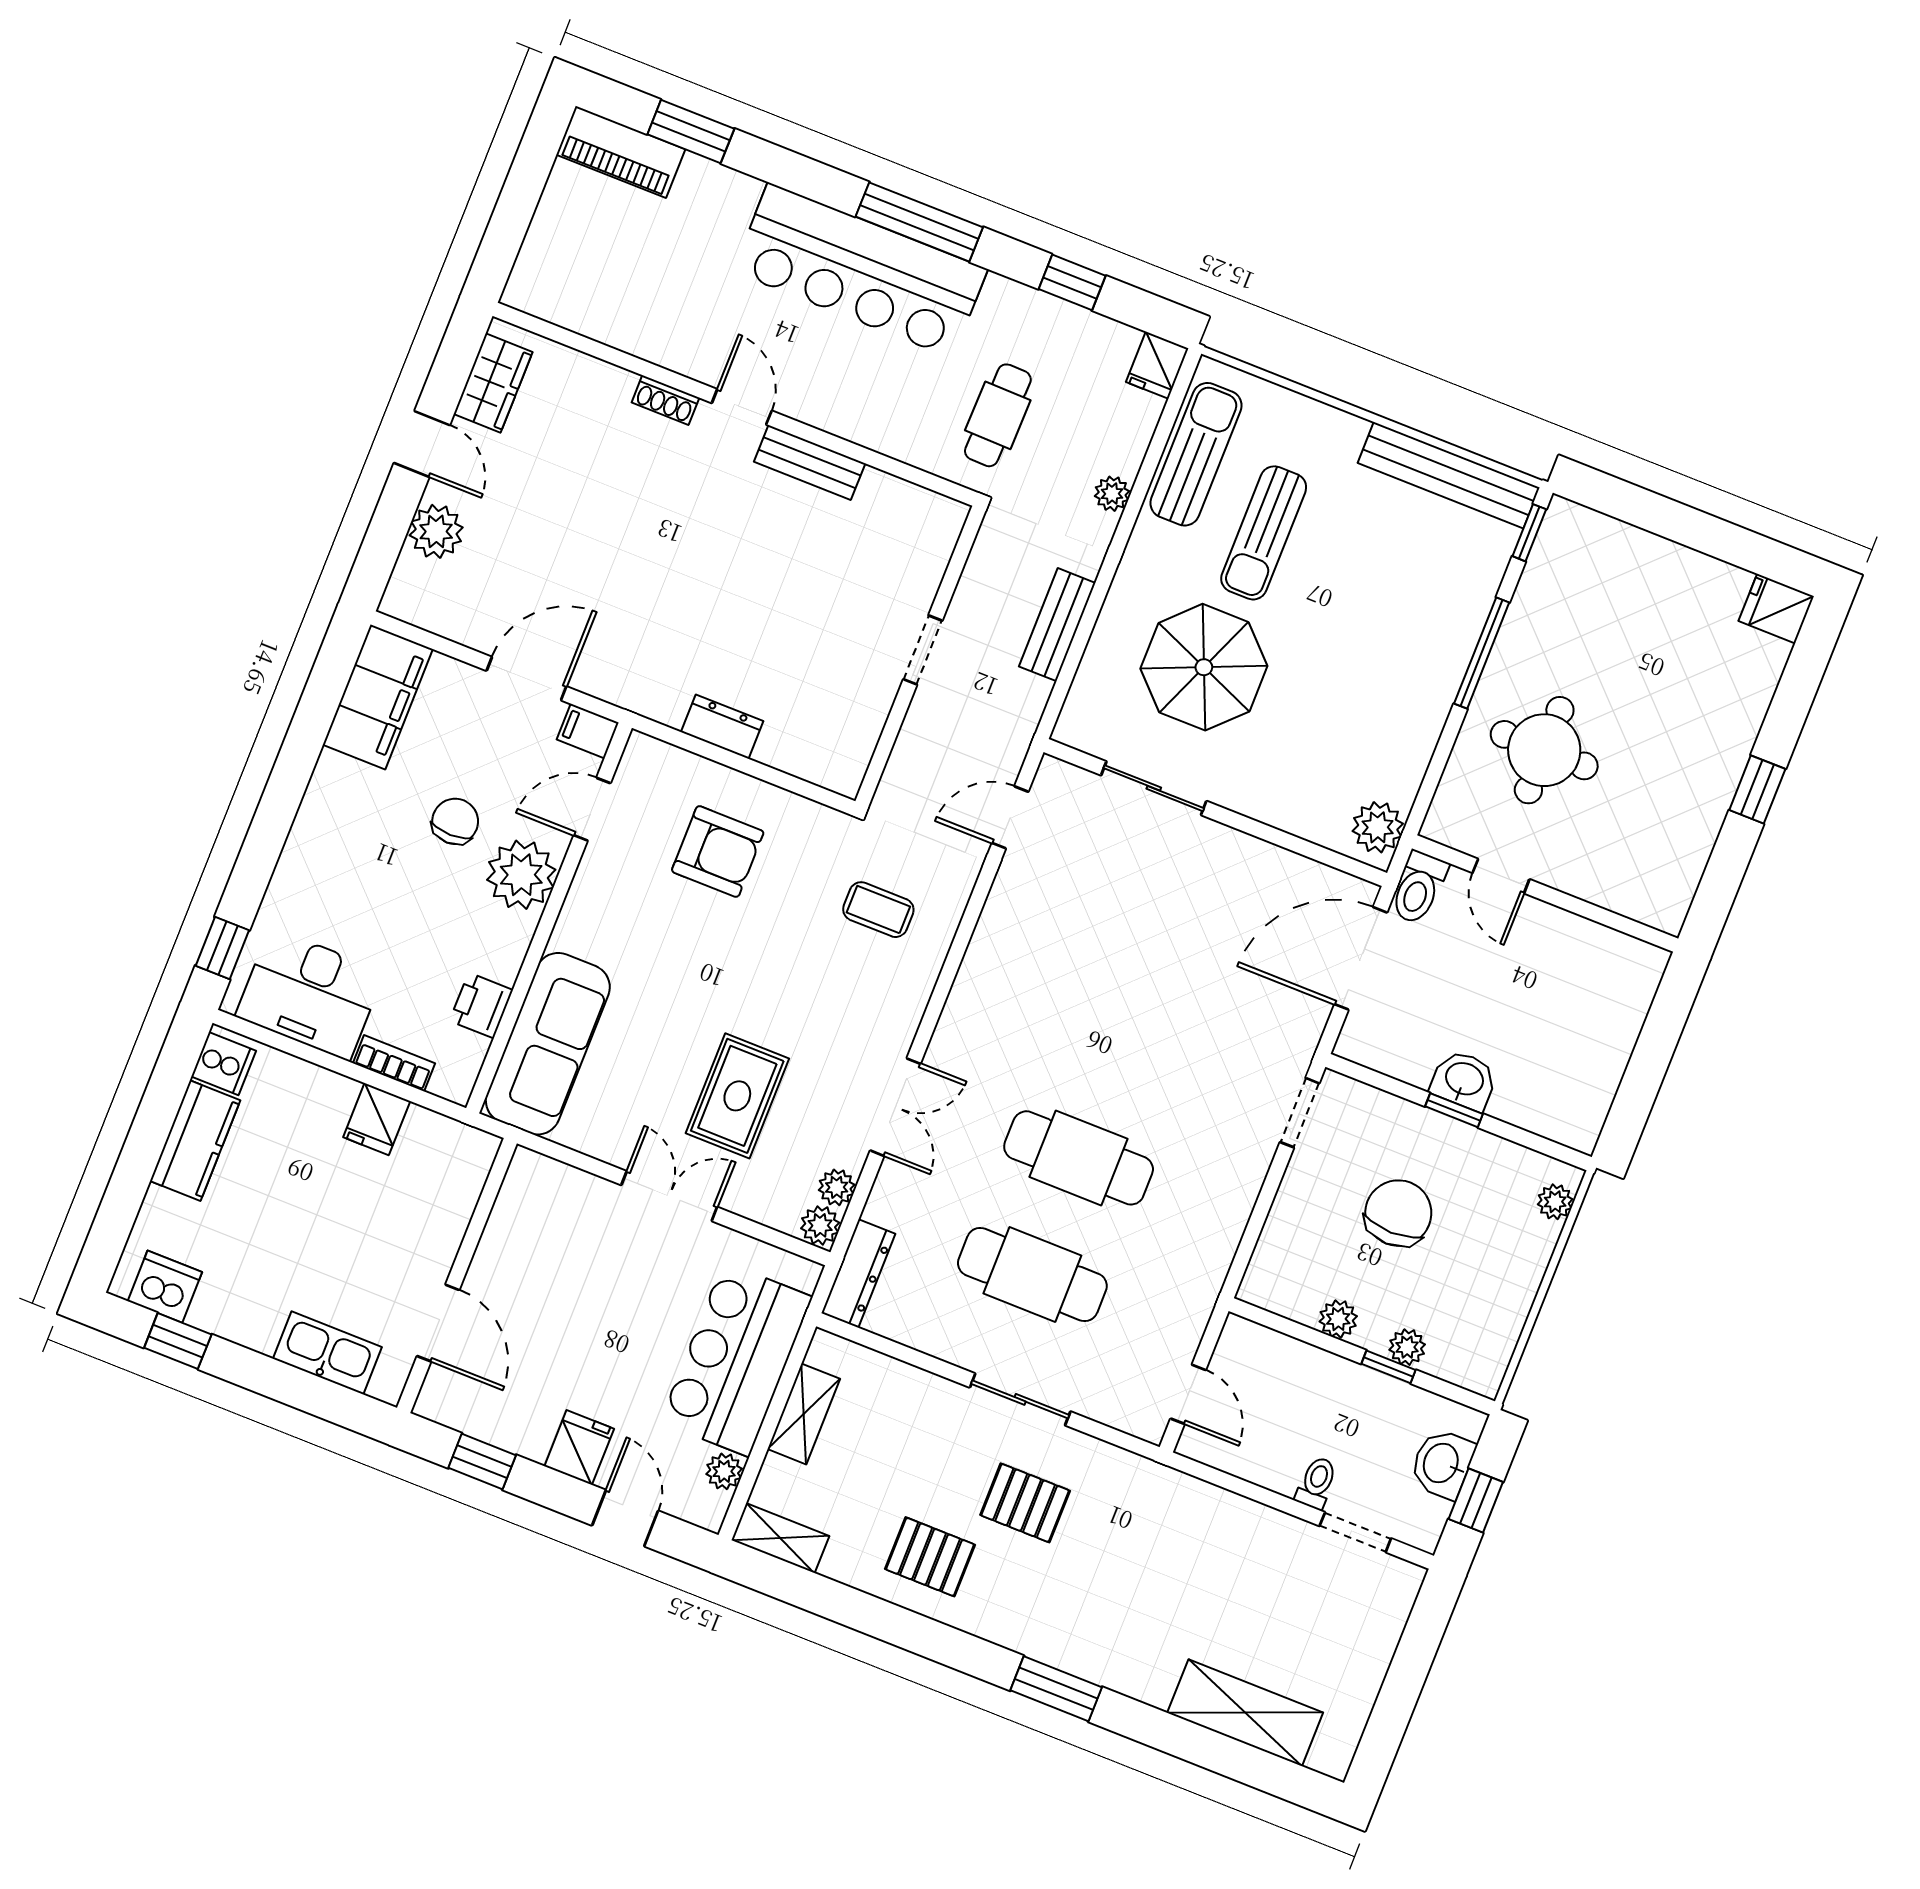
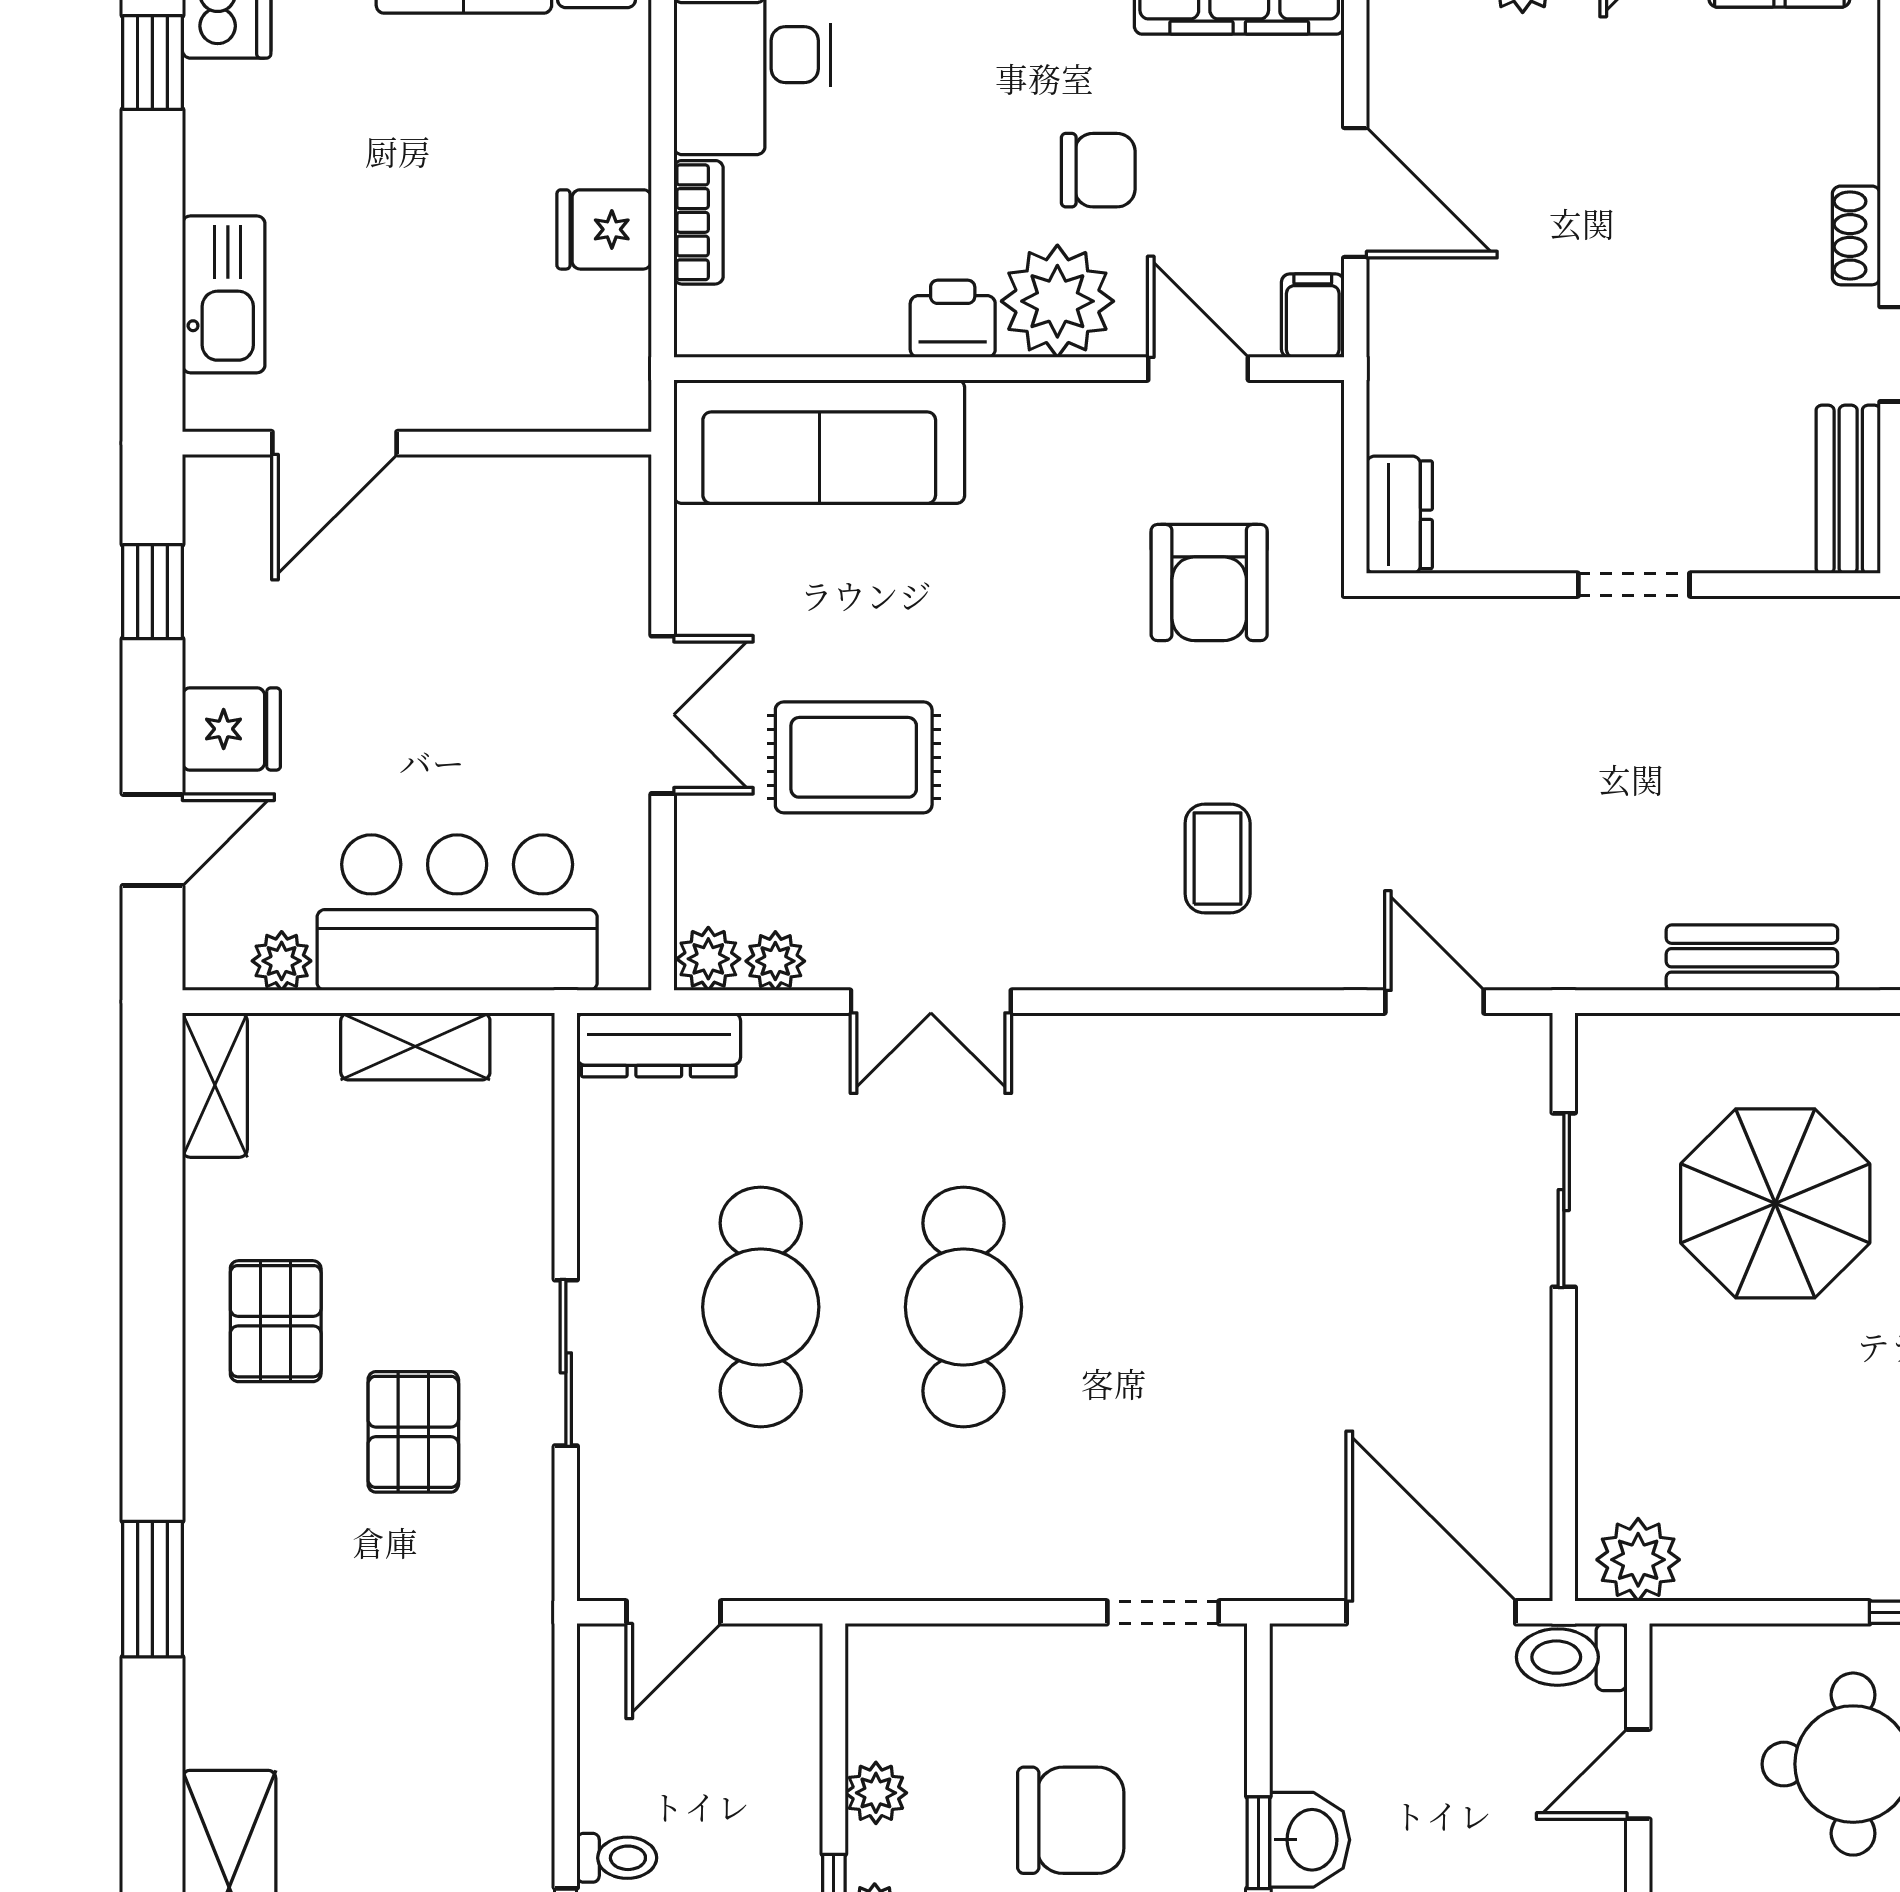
doorway: (923, 650) -> (1634, 585), moved
wall: (920, 656) -> (1623, 585), moved
printer: (481, 1005) -> (953, 319), moved

